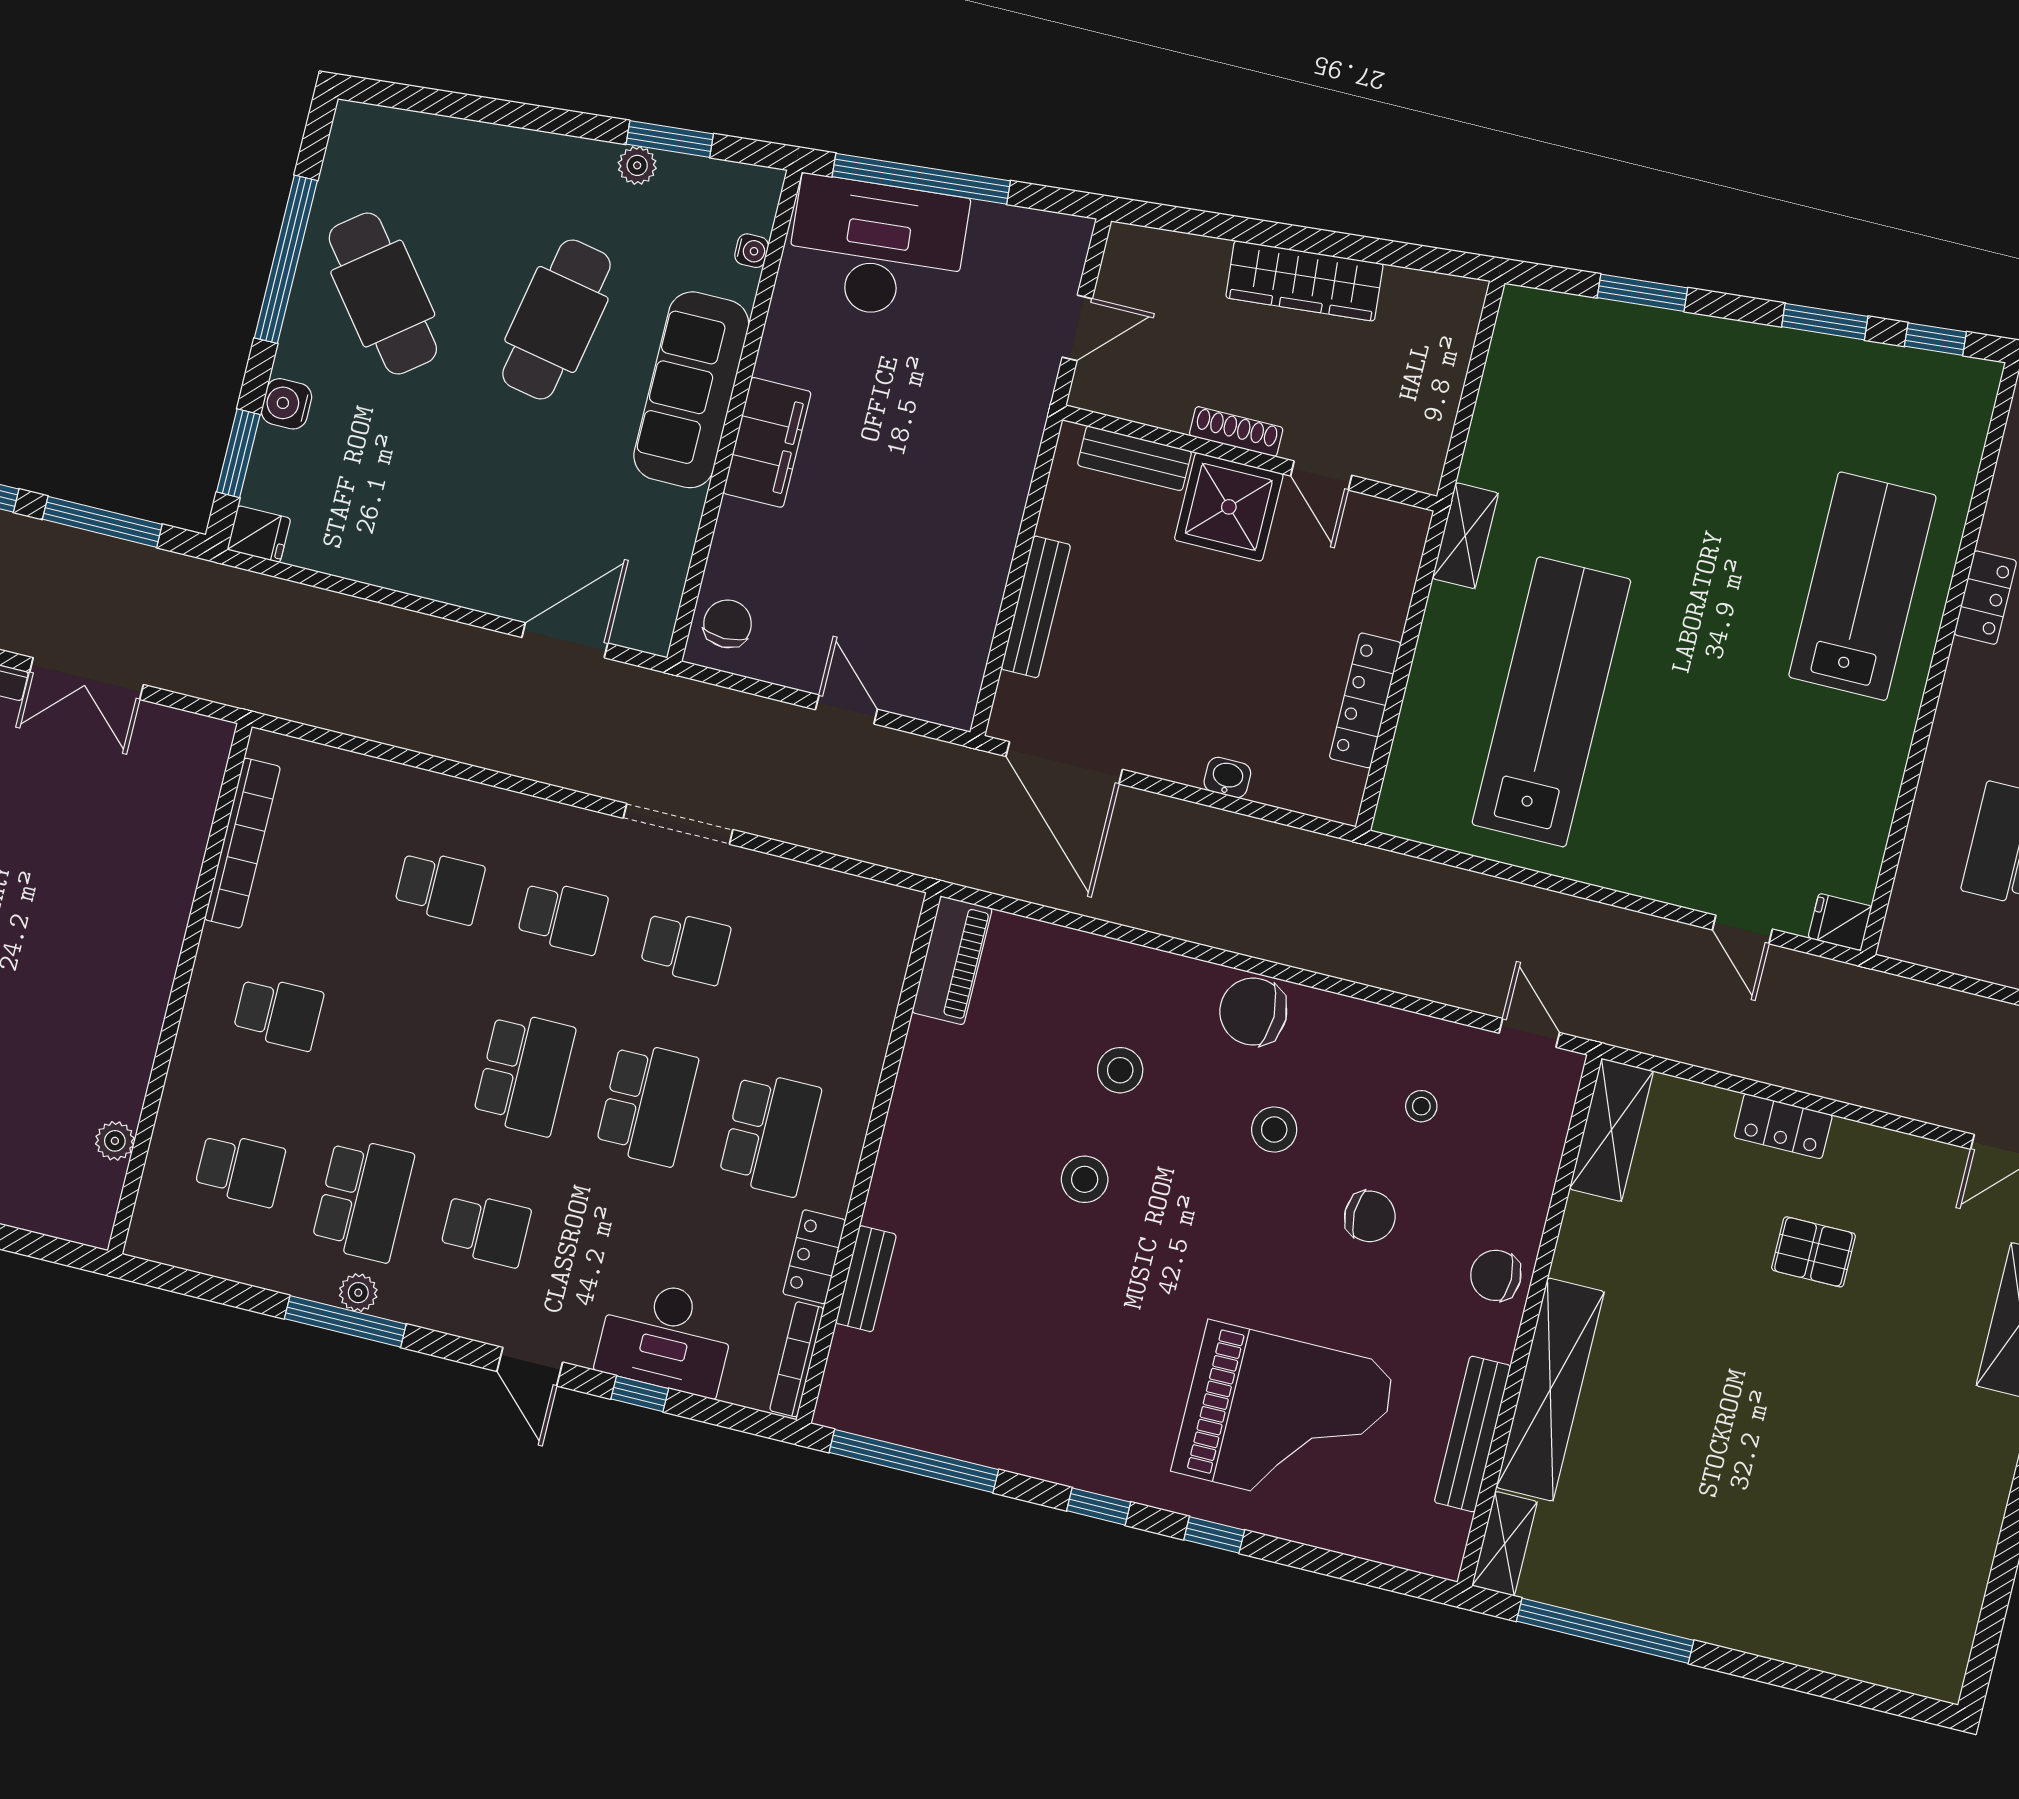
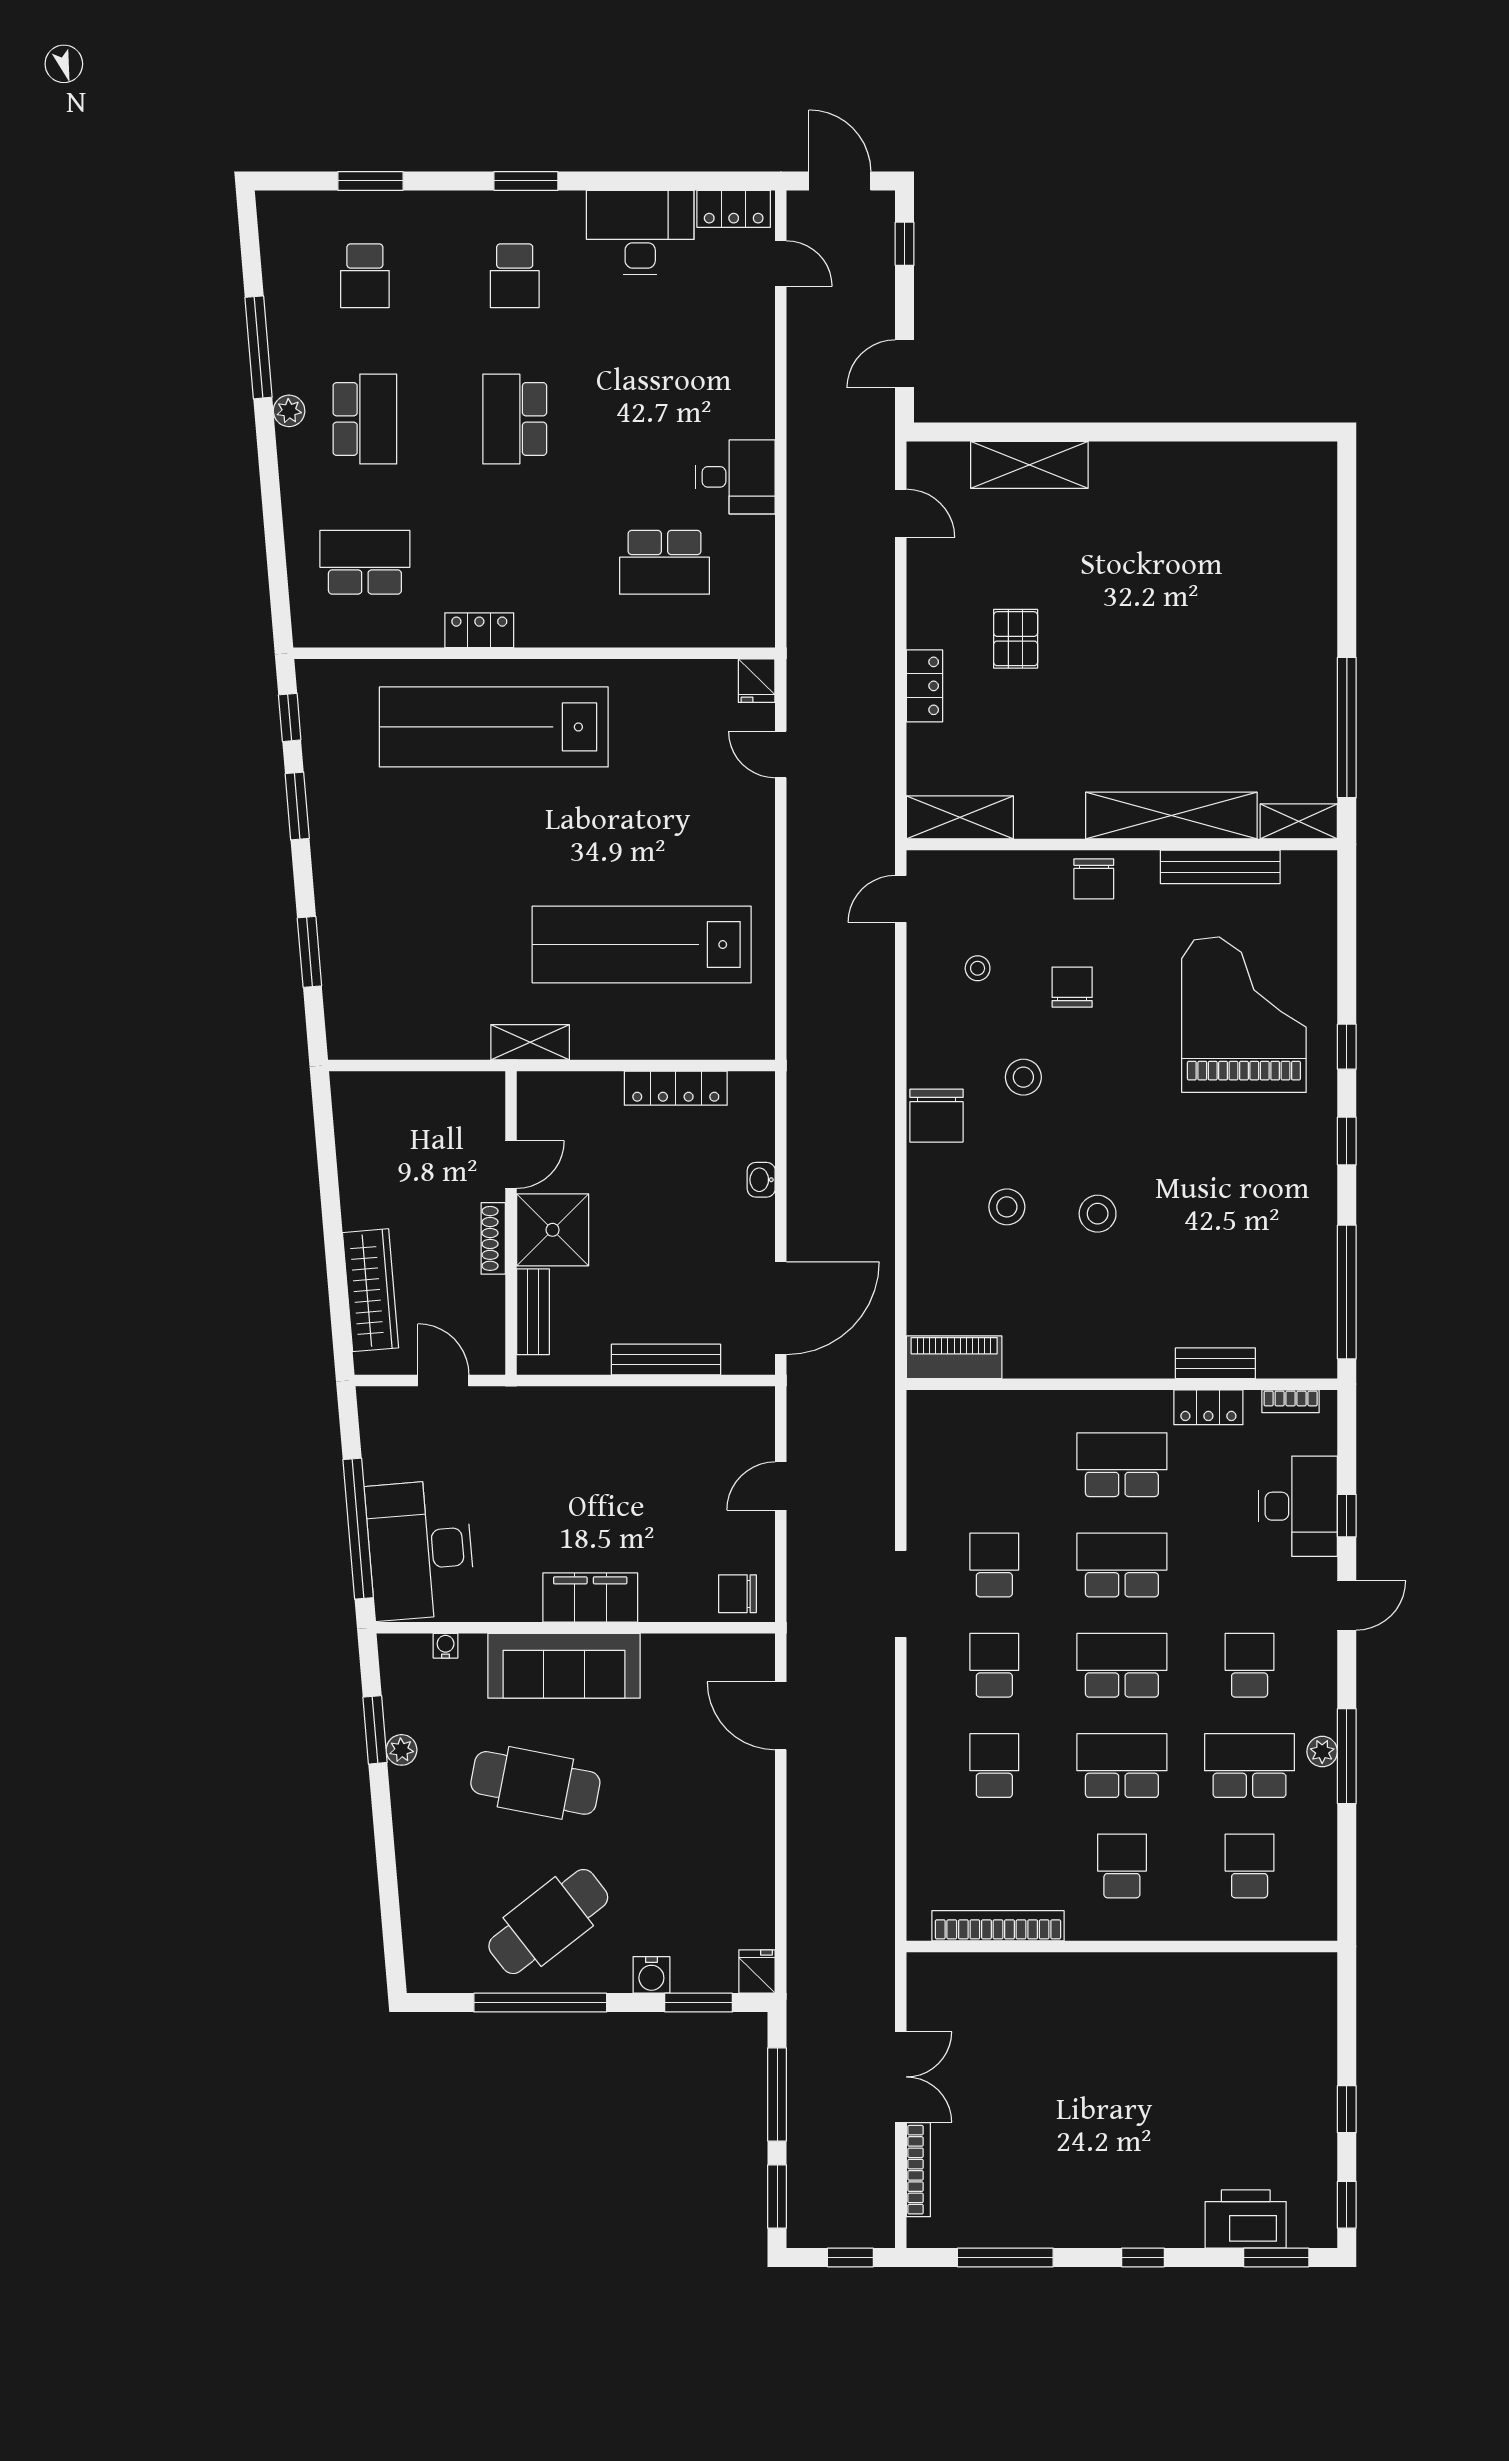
wardrobe: (1304, 281) -> (371, 1290), moved
lab bench: (1862, 586) -> (494, 727), width x1.36
door: (1742, 929) -> (781, 754), swing flipped
school desk: (401, 1043) -> (1122, 1766), added
plant: (115, 1141) -> (1251, 1968), removed
bookcase: (797, 1359) -> (1291, 1401), width x0.64

